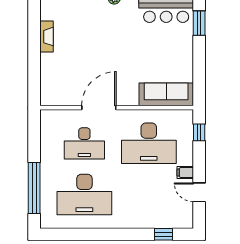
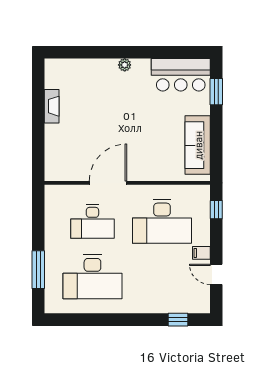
sofa: (166, 94) -> (198, 145), moved, turned -90
window: (34, 188) -> (38, 270), width x0.68

